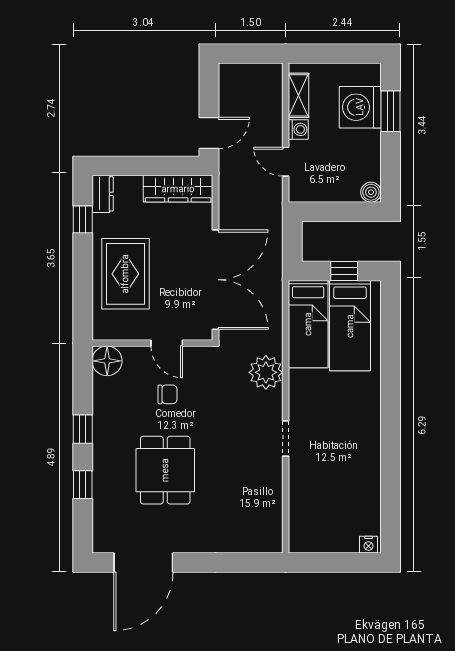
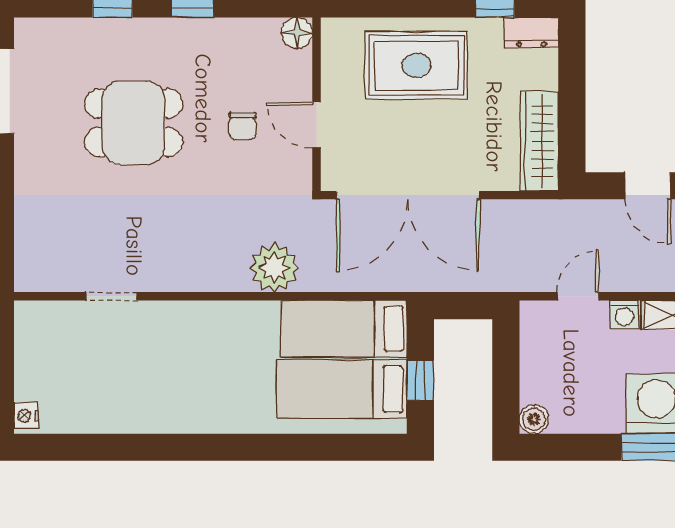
door: (209, 133) -> (648, 186), moved
door: (167, 343) -> (317, 125), hinge flipped
floor lamp: (107, 361) -> (297, 33), width x0.73, depth x0.73
doorway: (286, 439) -> (112, 296), moved

